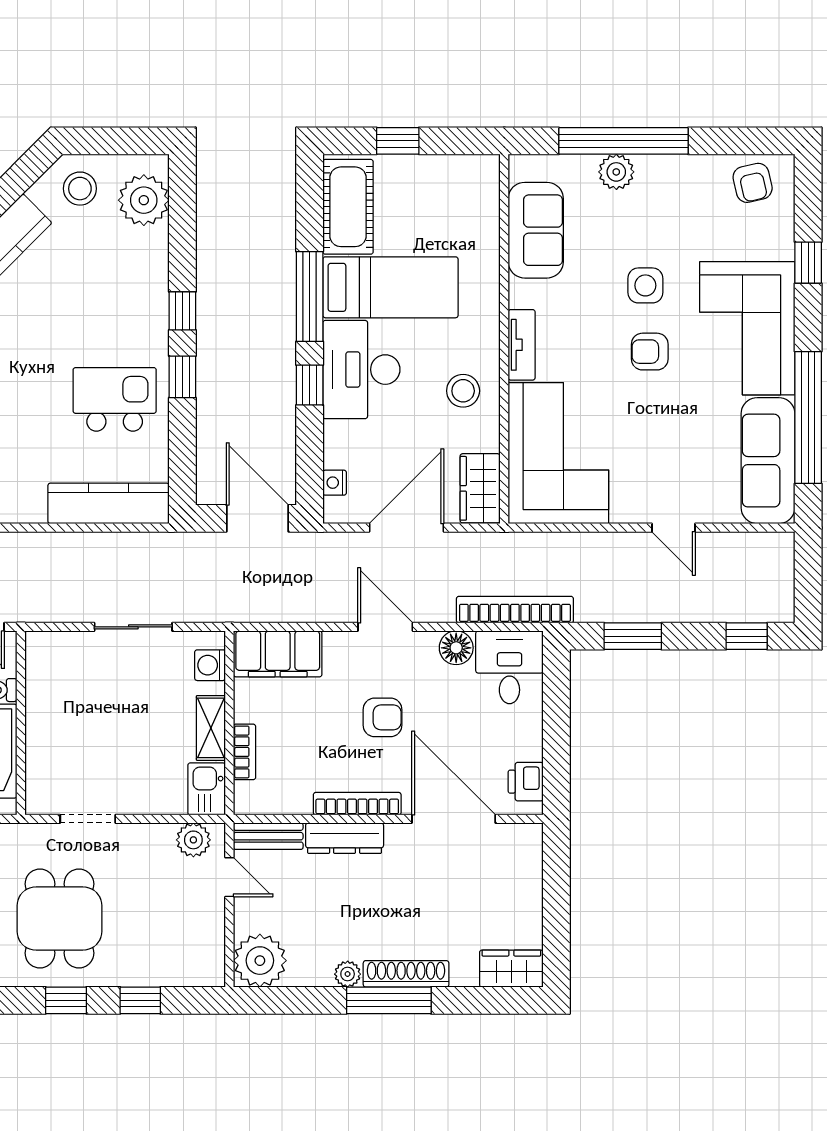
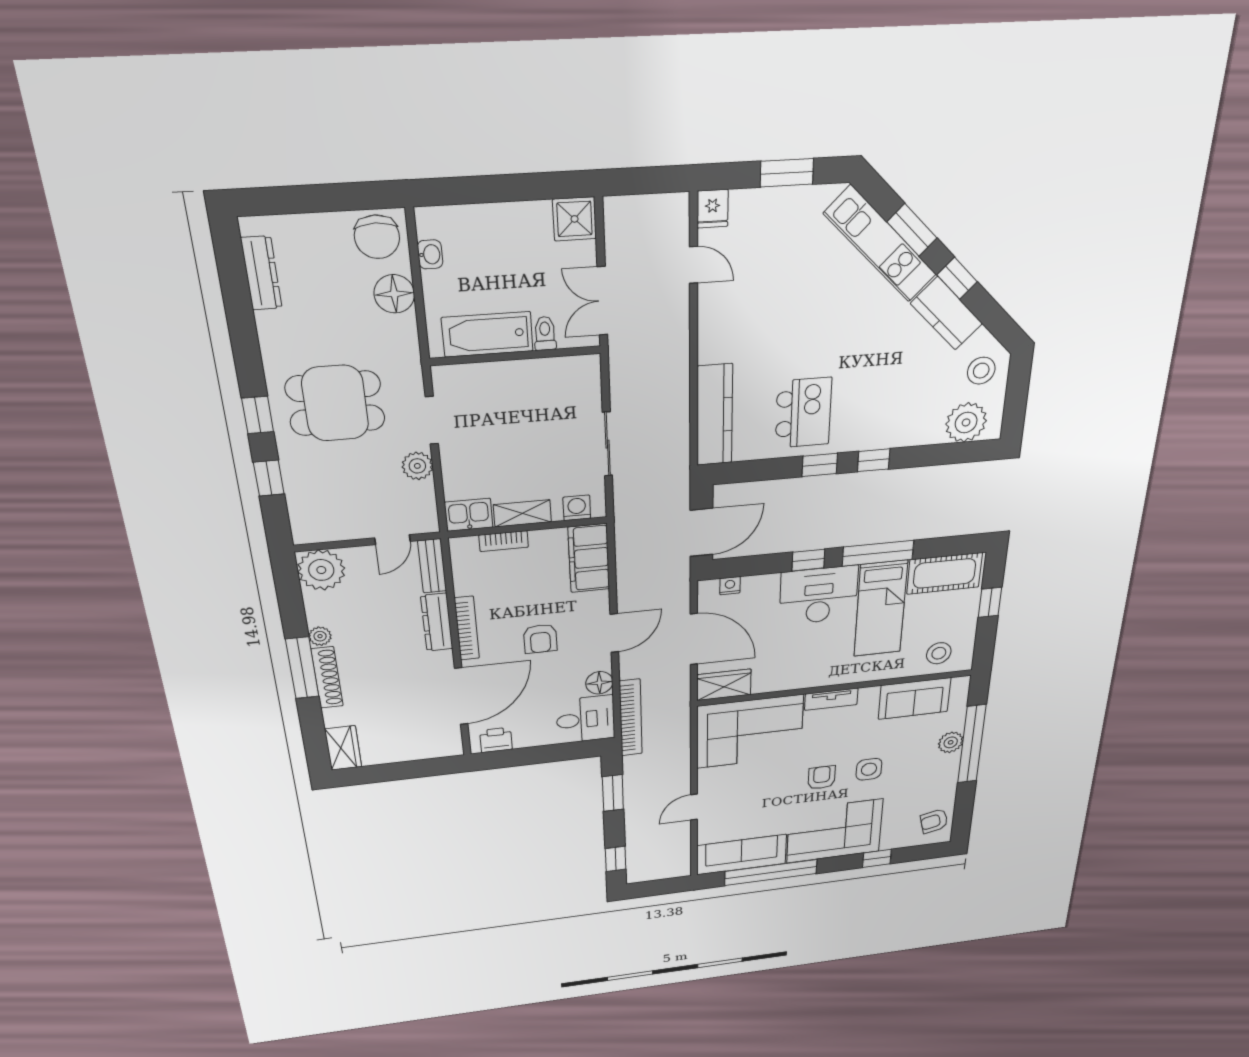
stool: (463, 391) -> (939, 653), moved
plant: (193, 840) -> (417, 466), moved

